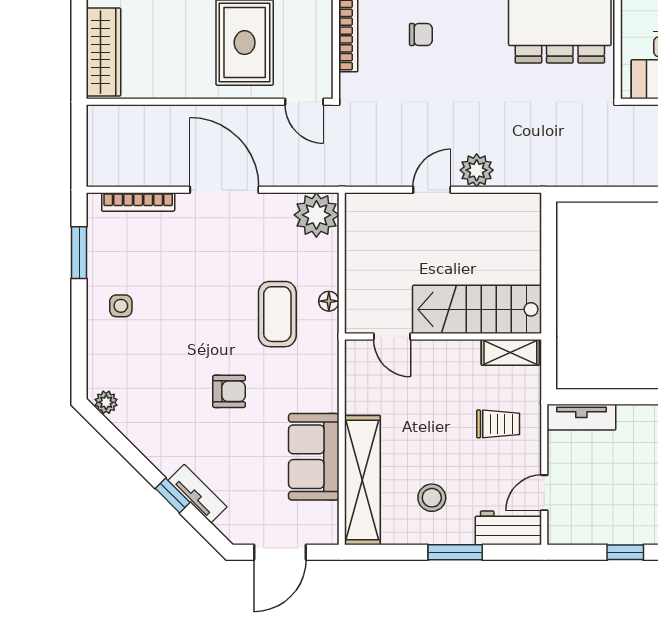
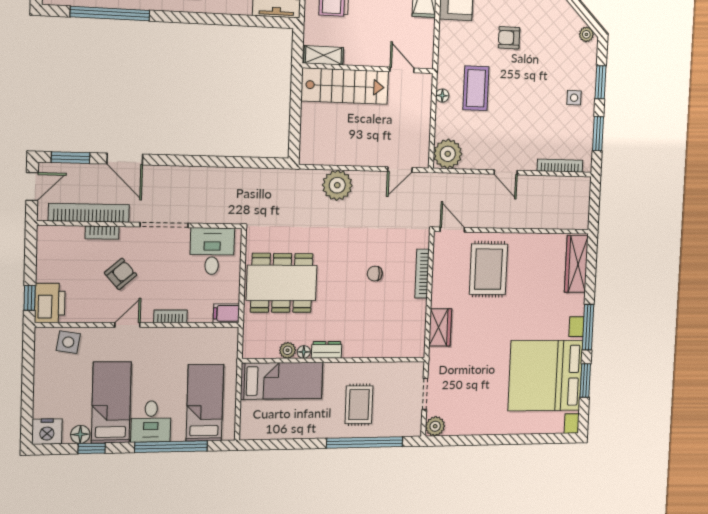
plant: (477, 170) -> (337, 185), width x1.36, depth x1.36
door: (224, 190) -> (506, 172), width x0.53
door: (432, 190) -> (400, 169), moved
window: (79, 331) -> (601, 82), added

